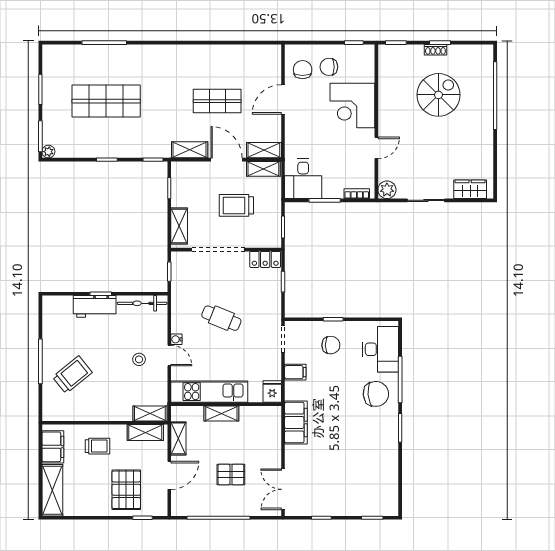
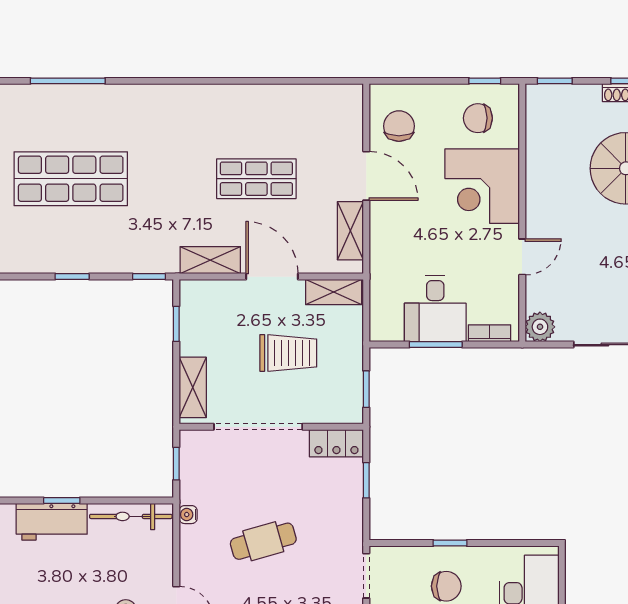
chair: (329, 67) -> (478, 118), moved
door: (283, 99) -> (366, 176), swing flipped
shelving: (264, 150) -> (350, 231), moved, turned 90
desk: (303, 179) -> (435, 308), moved
trolley: (236, 205) -> (288, 353), turned 180
cafe table: (221, 318) -> (263, 541), turned -38
water cooler: (176, 339) -> (188, 515), moved

